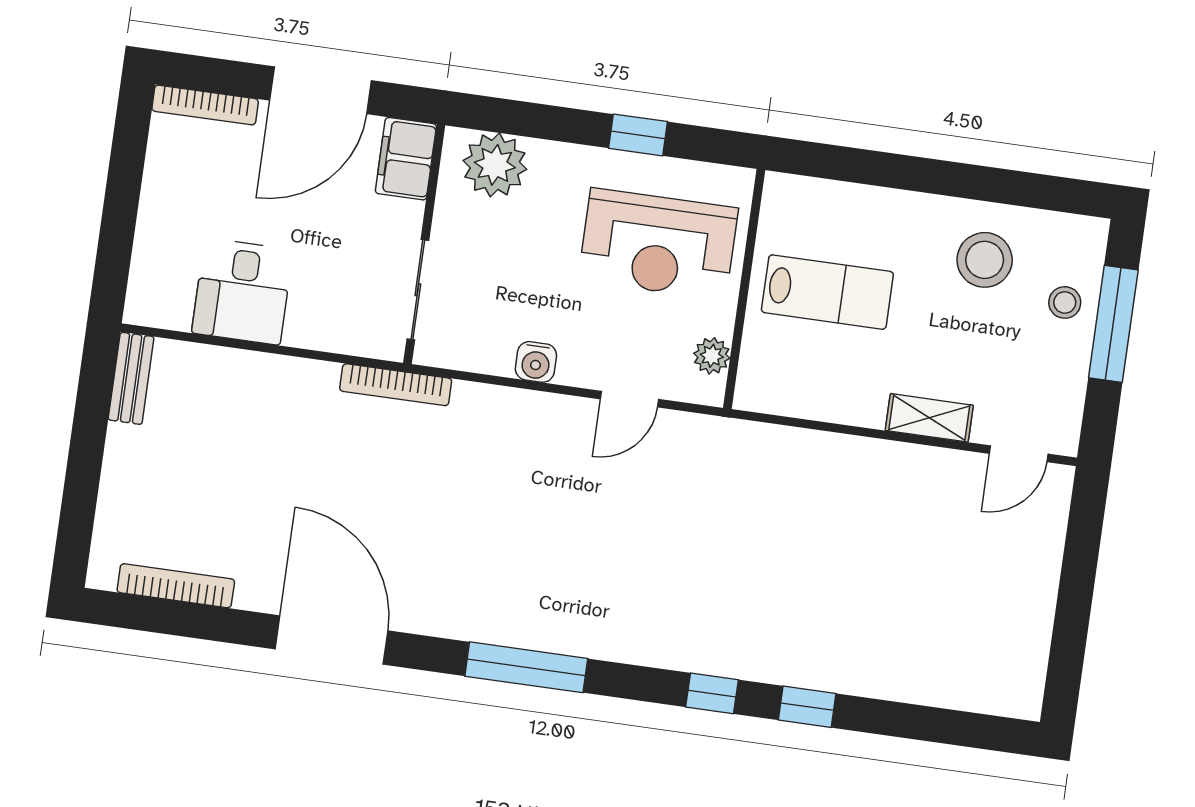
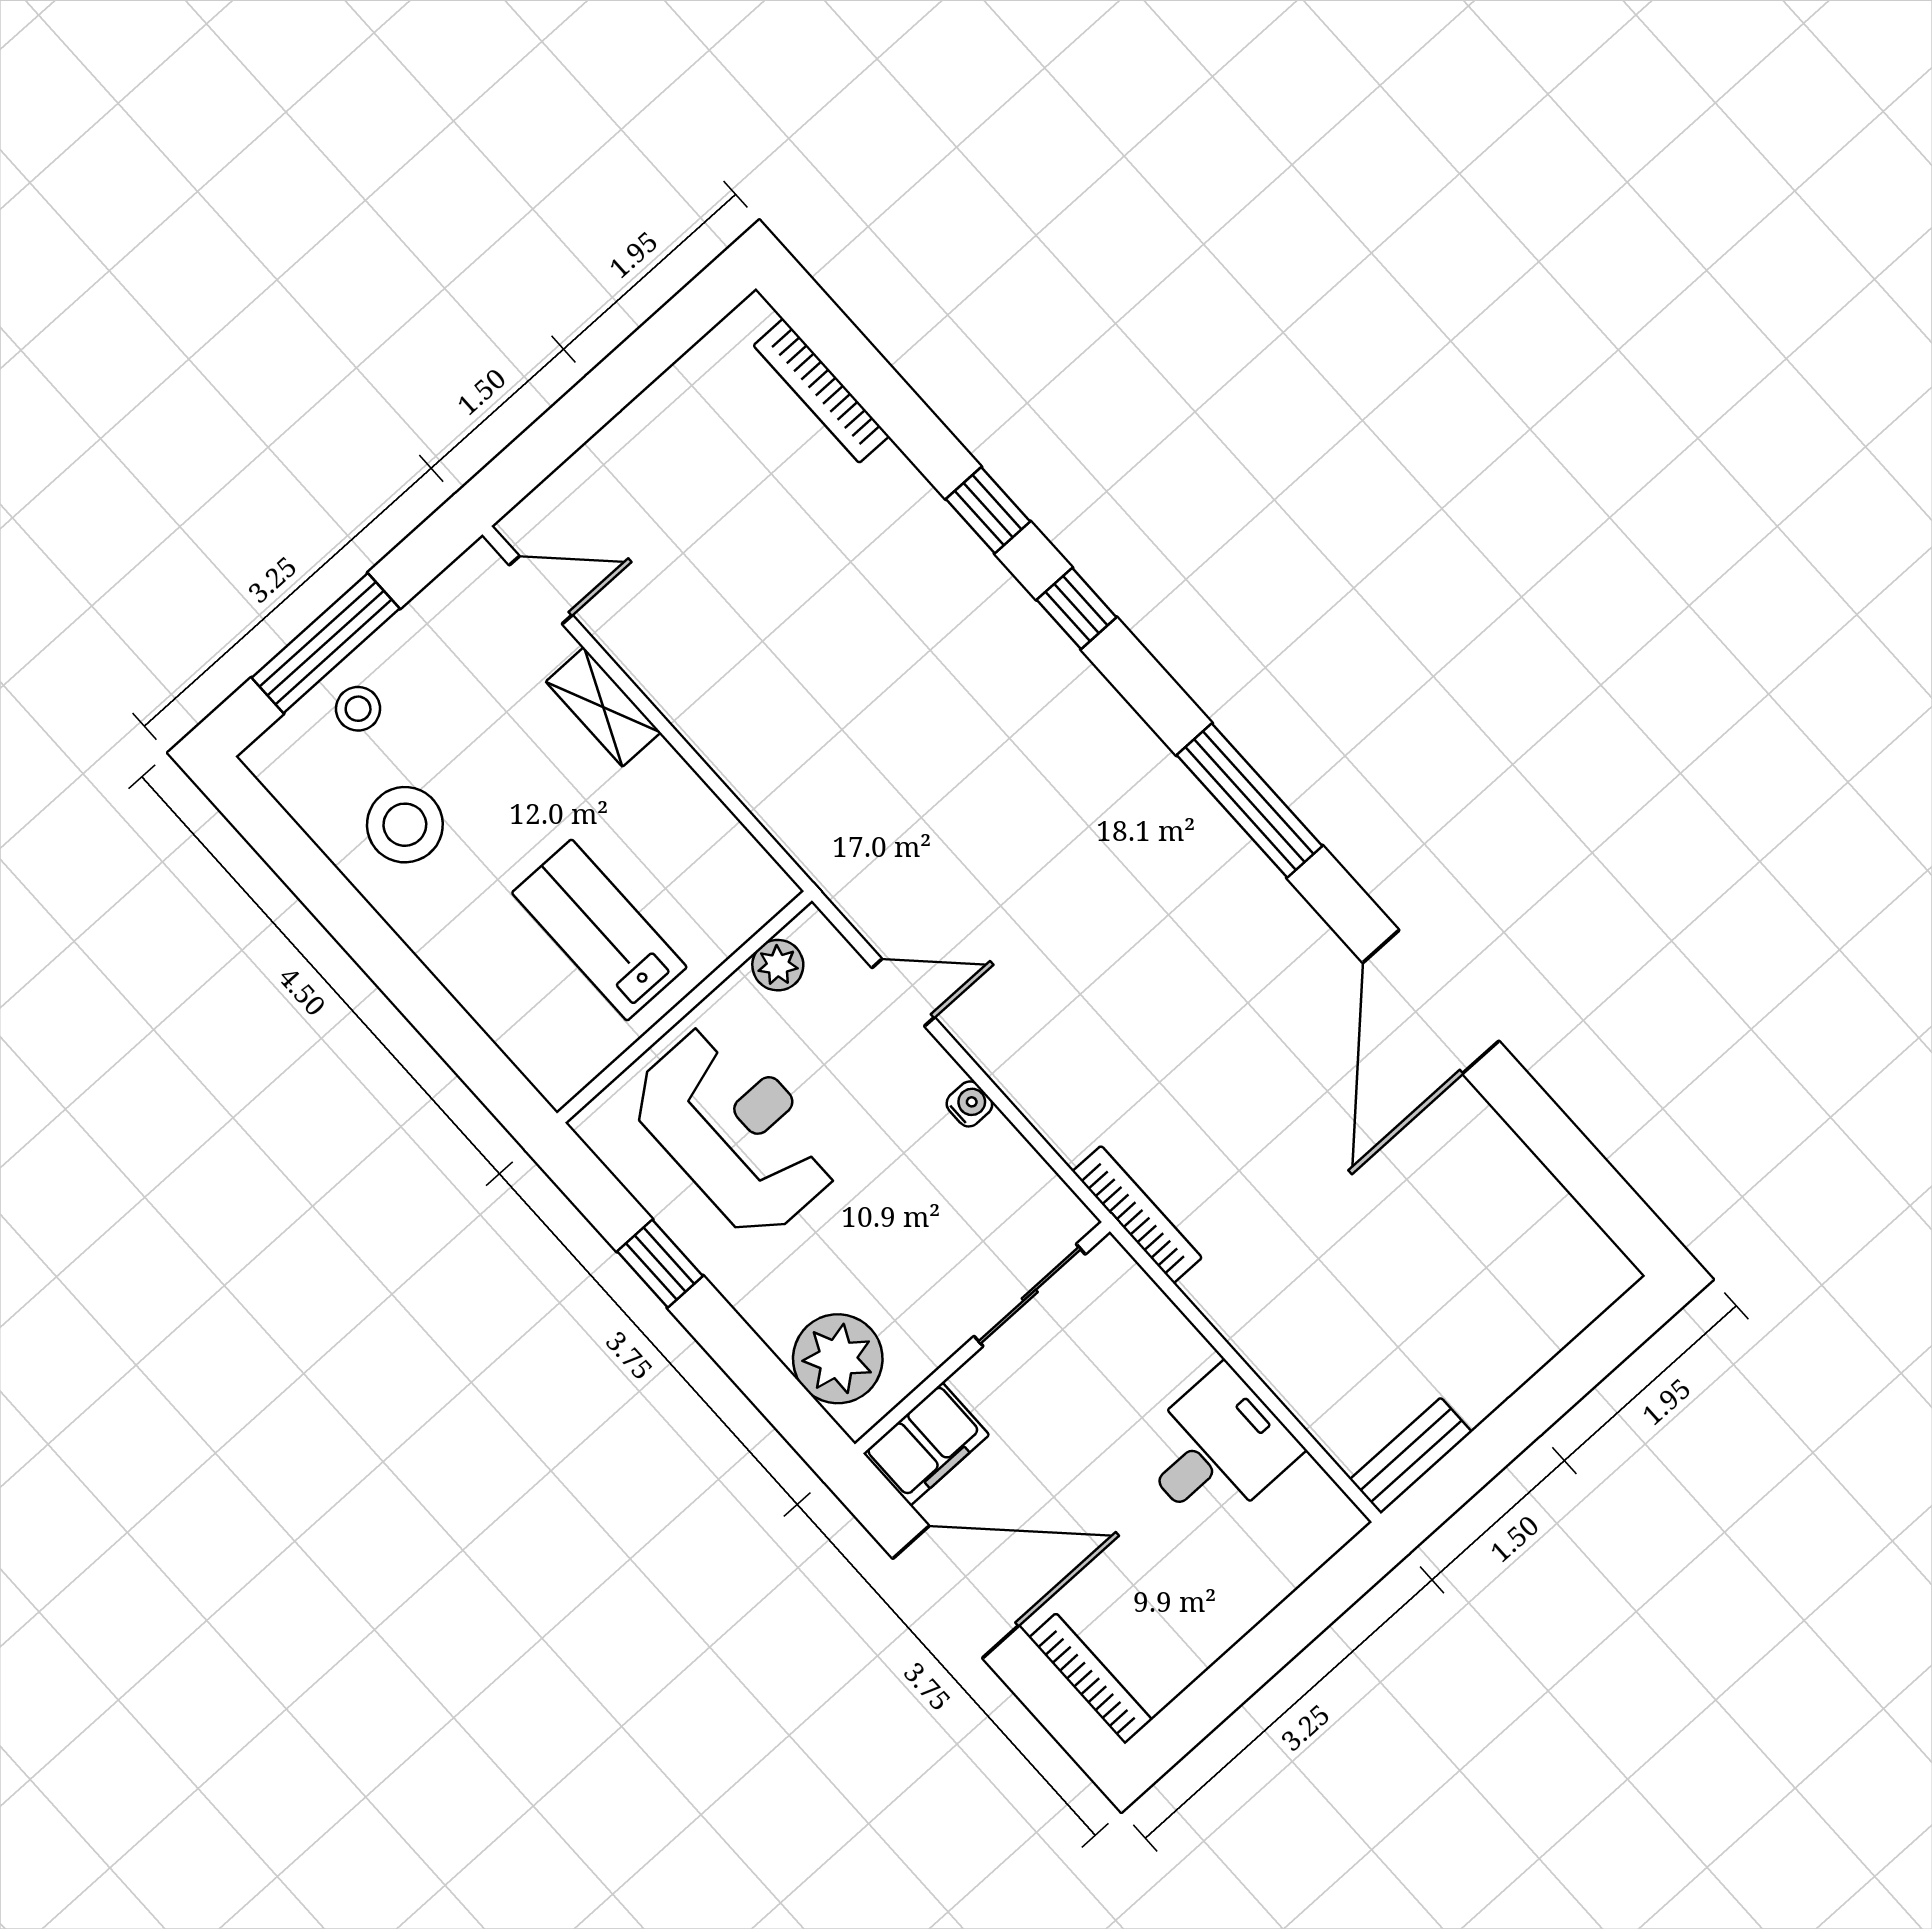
water cooler: (536, 362) -> (969, 1104), width x0.72, depth x0.72
bookcase: (176, 586) -> (821, 391), moved

